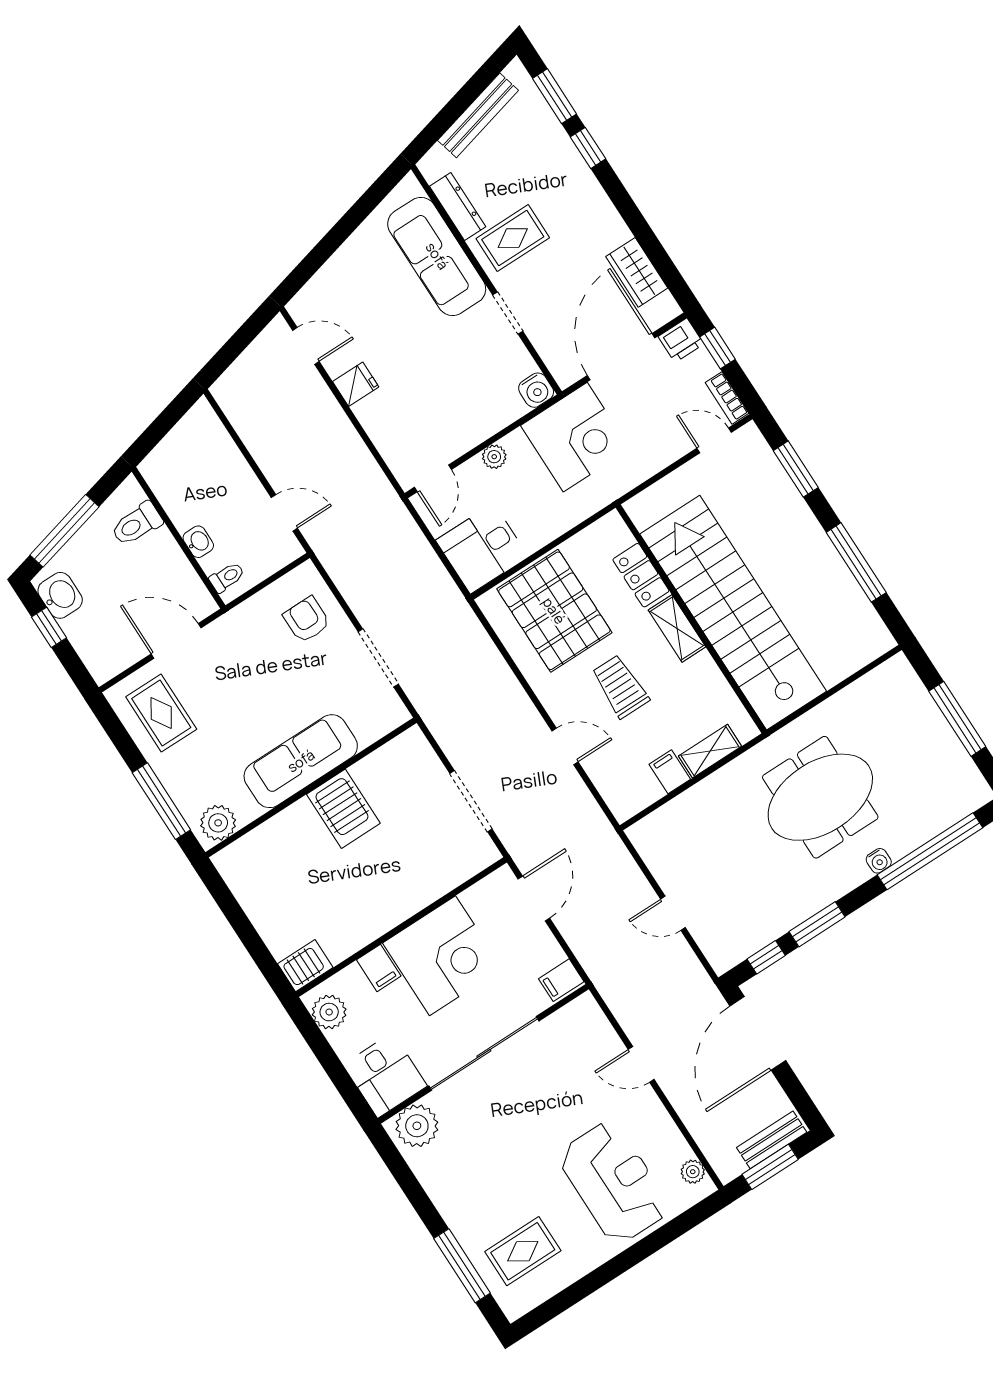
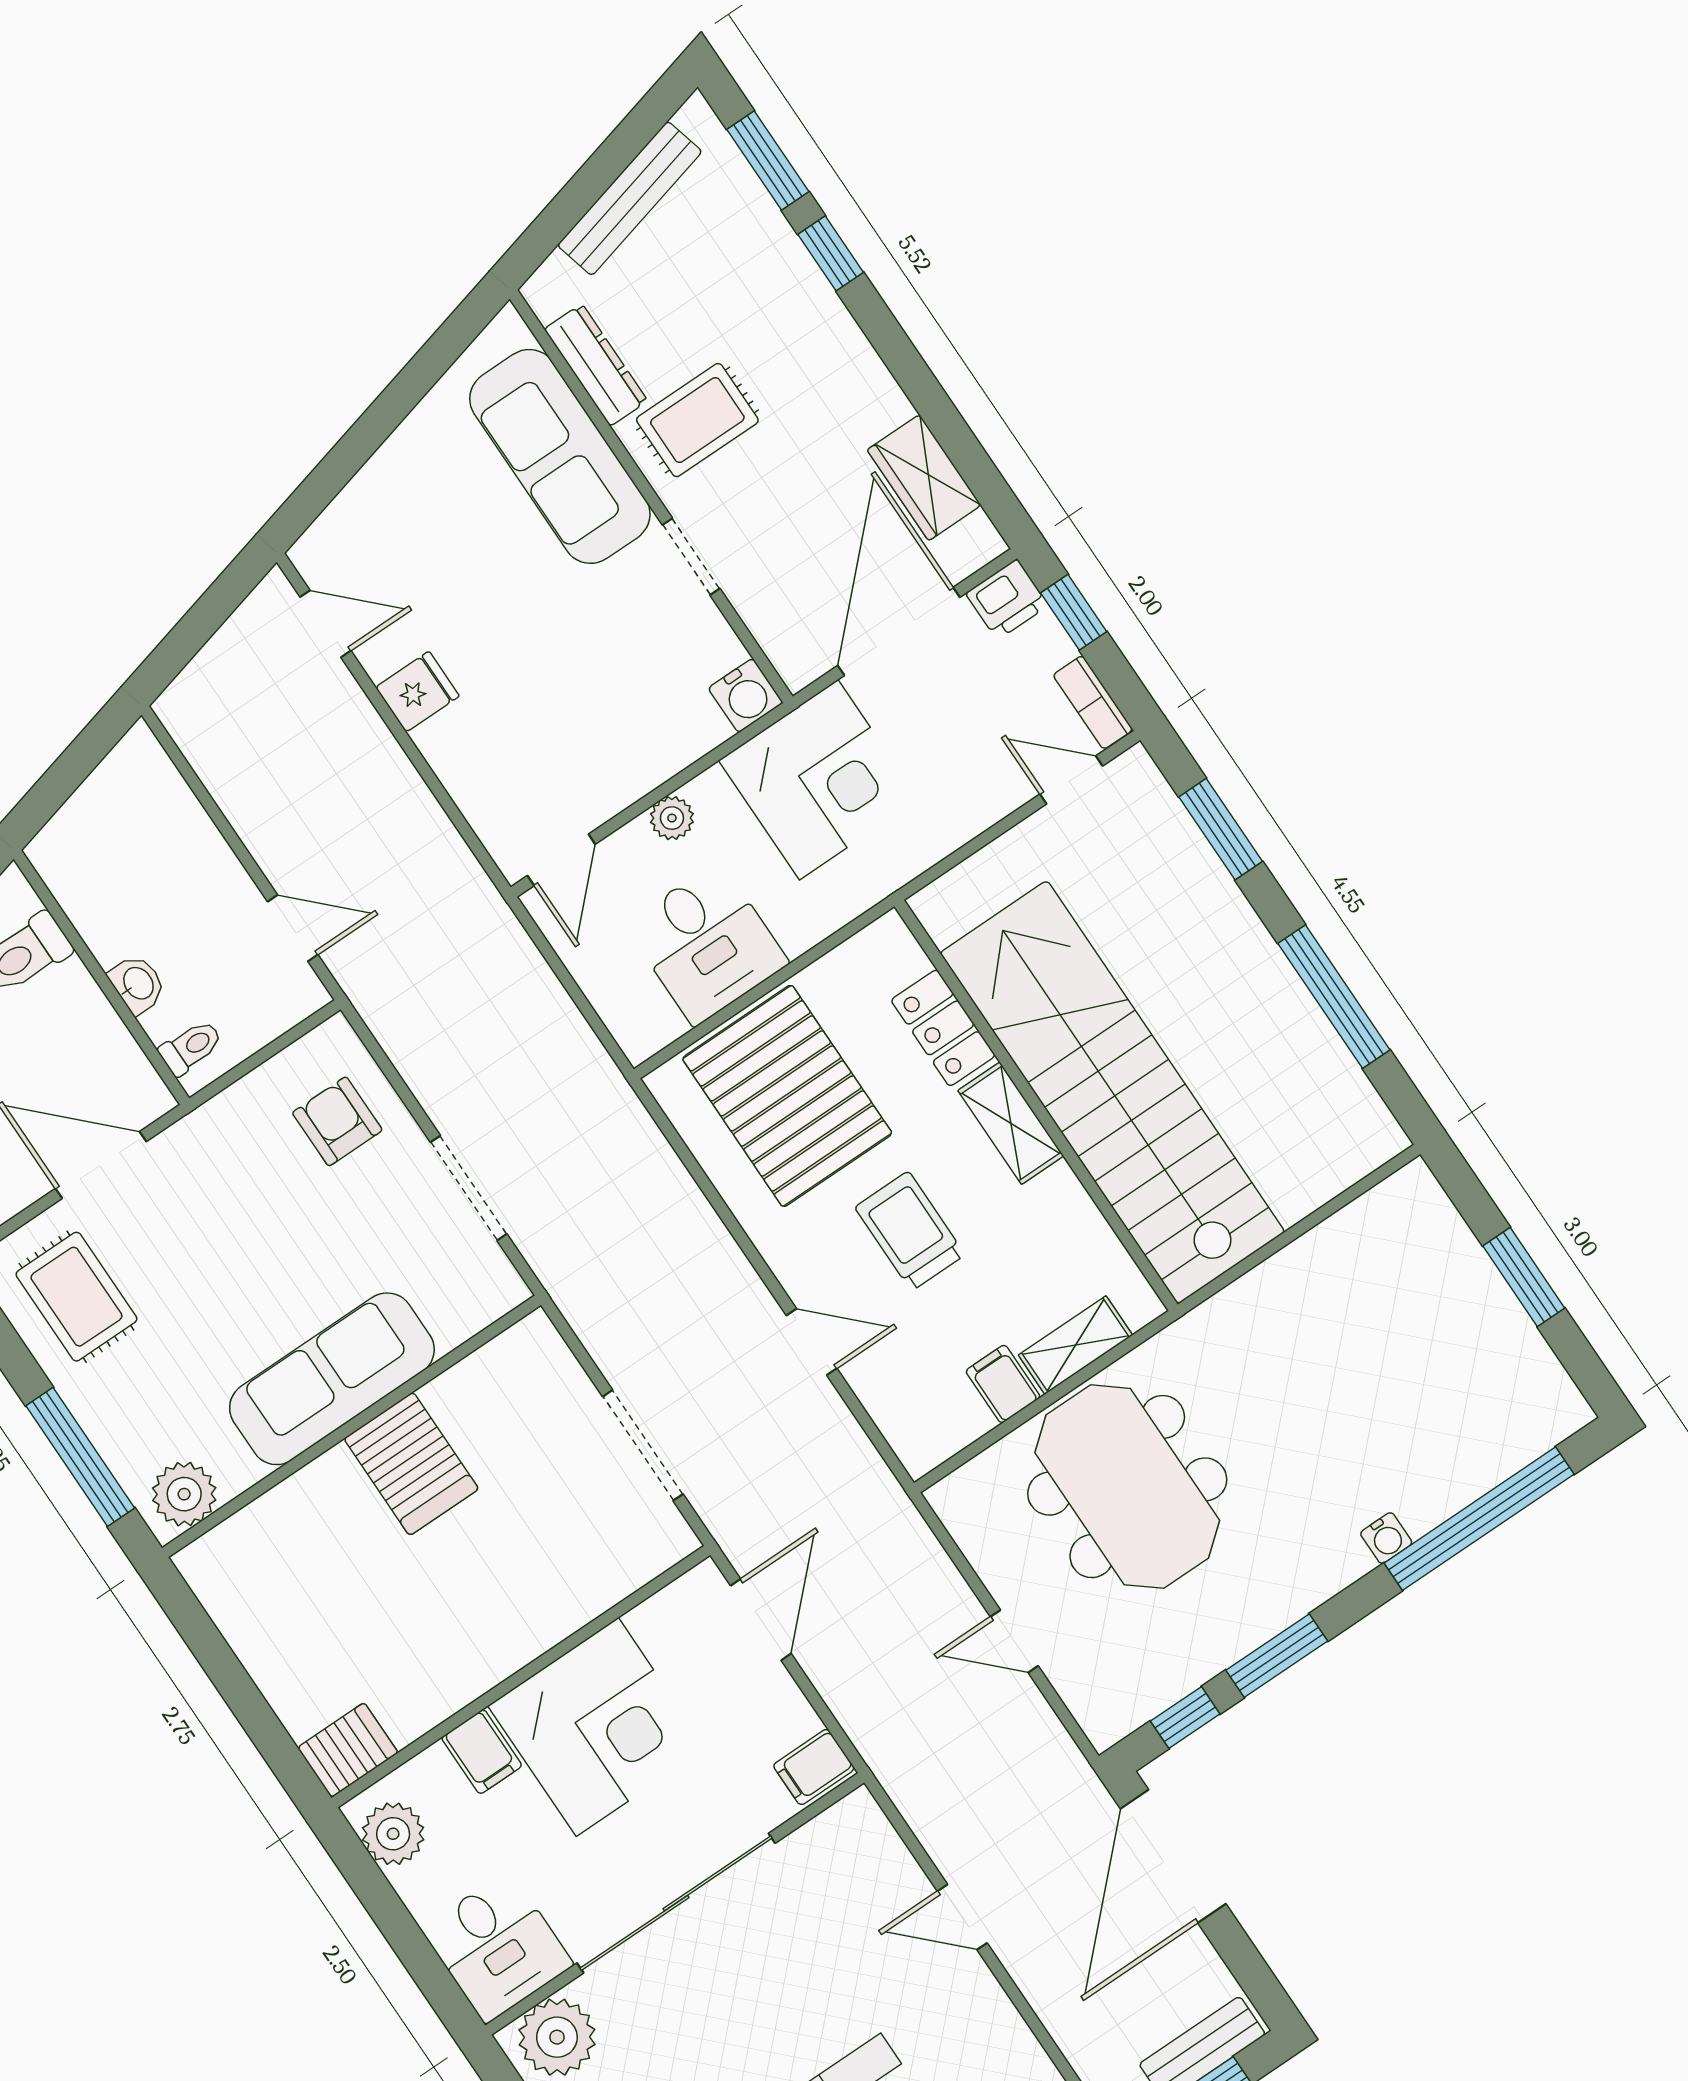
desk: (482, 548) -> (707, 944), moved, turned -90
window: (957, 719) -> (1524, 1277), width x0.69
meeting table: (820, 797) -> (1127, 1487), moved, turned 90

